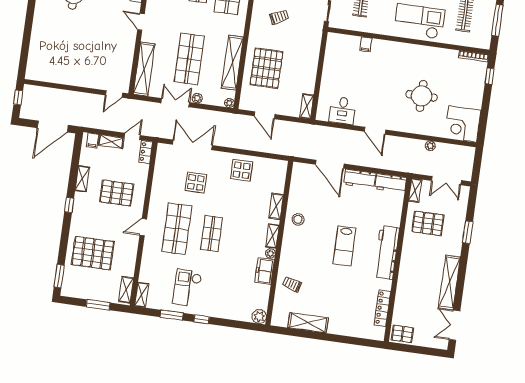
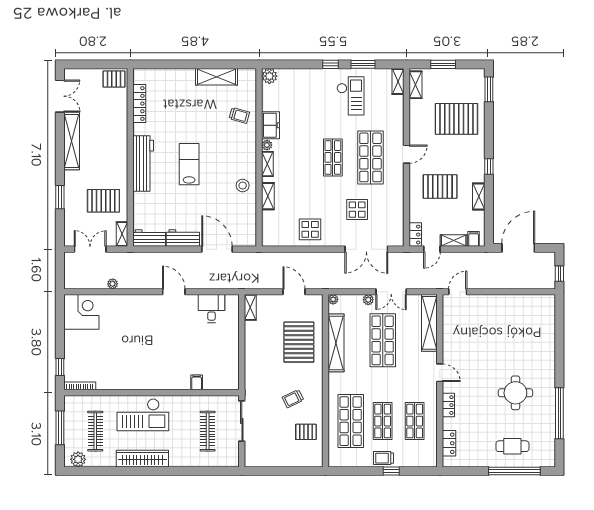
round table: (422, 96) -> (129, 336), removed

